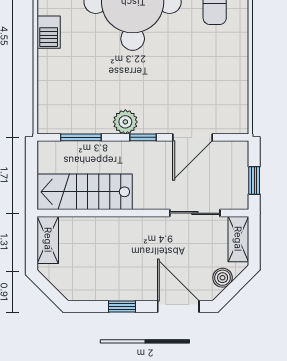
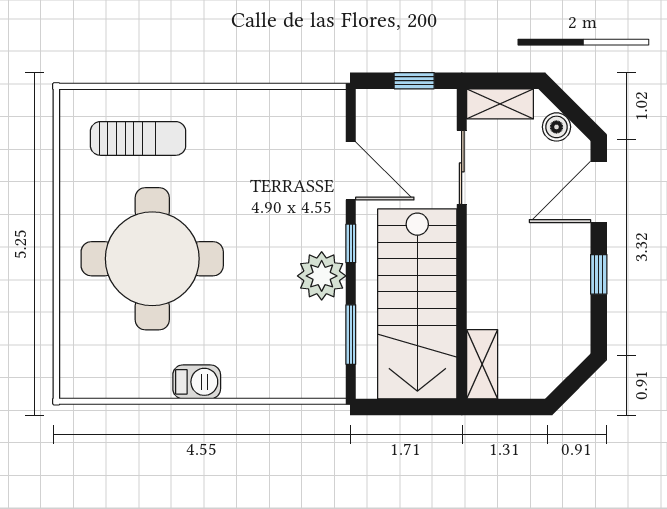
plant: (125, 122) -> (322, 276), width x1.36, depth x1.36
stairs: (85, 192) -> (417, 304), width x1.36, depth x1.51
shelving: (48, 240) -> (482, 364), moved, turned 90

